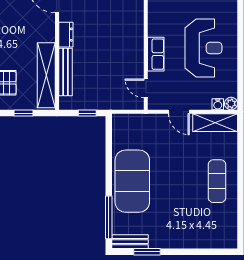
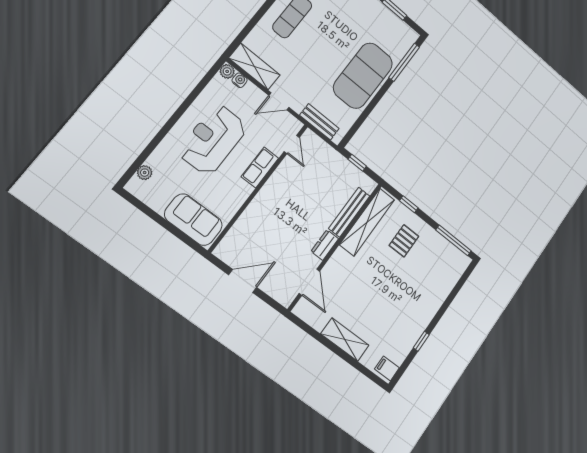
door: (179, 112) -> (279, 101), swing flipped
bench: (130, 242) -> (319, 122), moved

